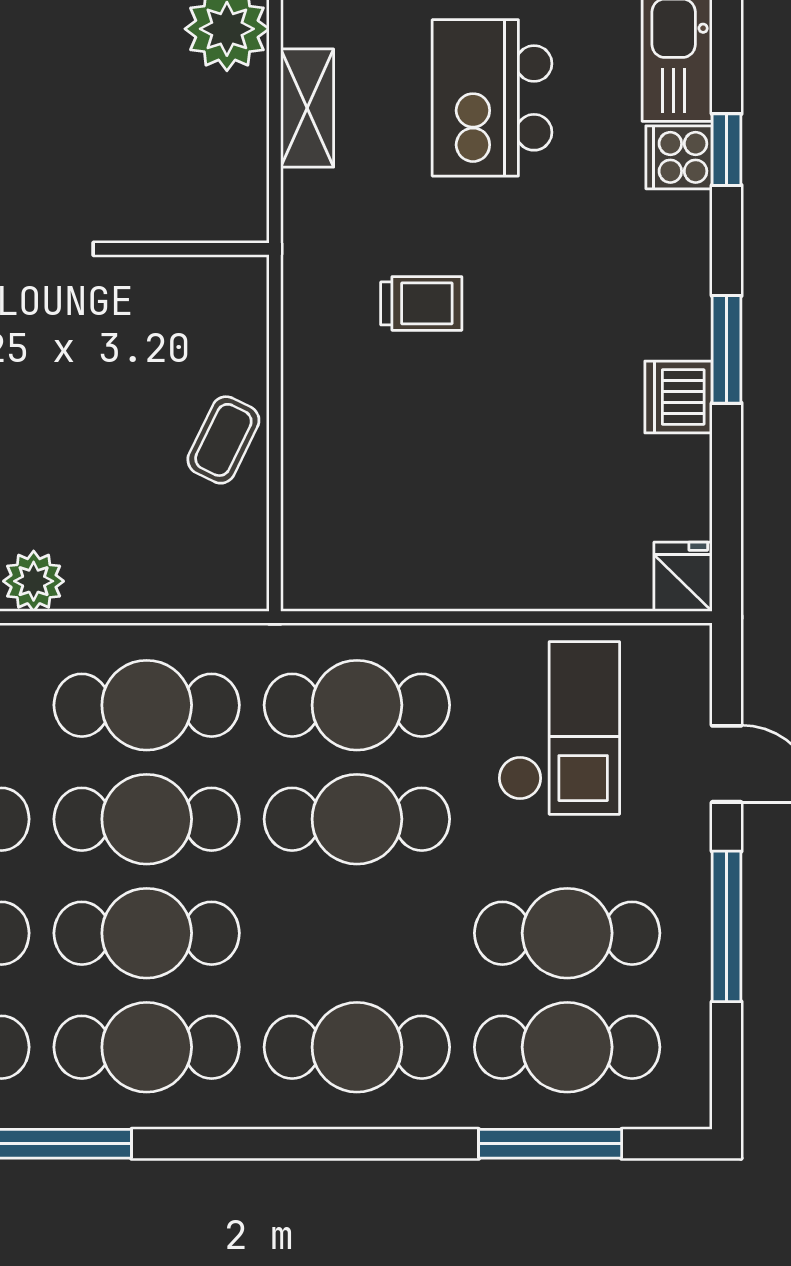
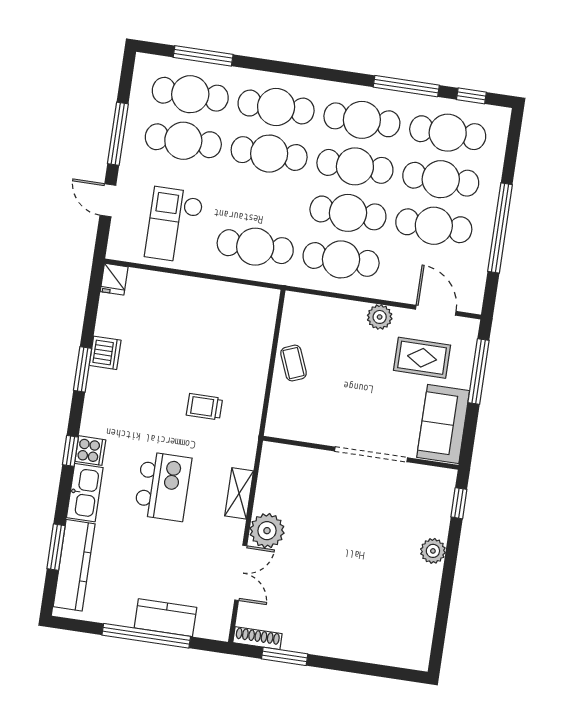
coffee table: (223, 440) -> (294, 363), turned -48
cafe table: (357, 819) -> (269, 154), moved

